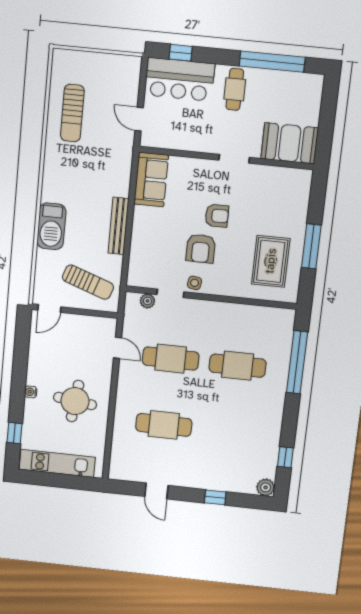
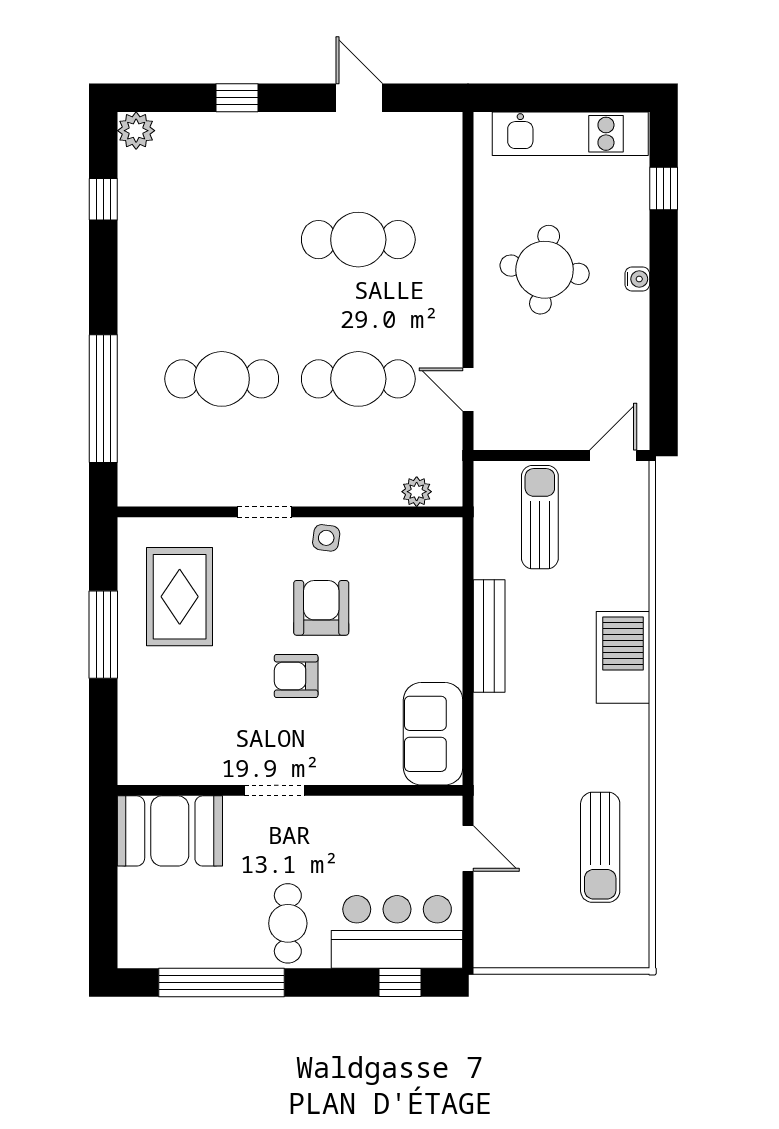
sun lounger: (72, 113) -> (600, 847), turned 180
barbecue: (51, 226) -> (623, 657), moved
sun lounger: (88, 282) -> (540, 517), turned 71
doorway: (170, 293) -> (265, 512), moved

